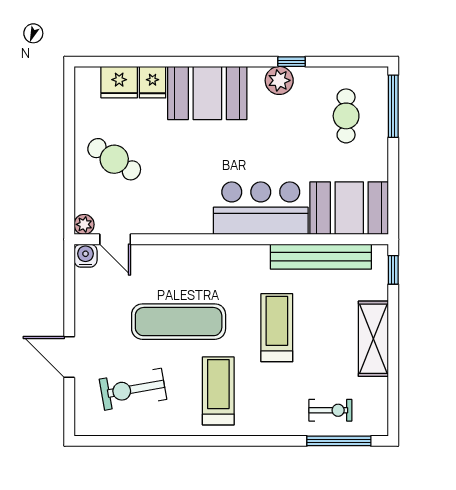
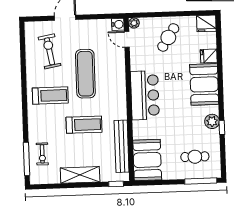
fridge: (119, 82) -> (206, 23), moved, turned -90
bar counter: (261, 208) -> (145, 95), moved
door: (115, 239) -> (127, 39), hinge flipped

